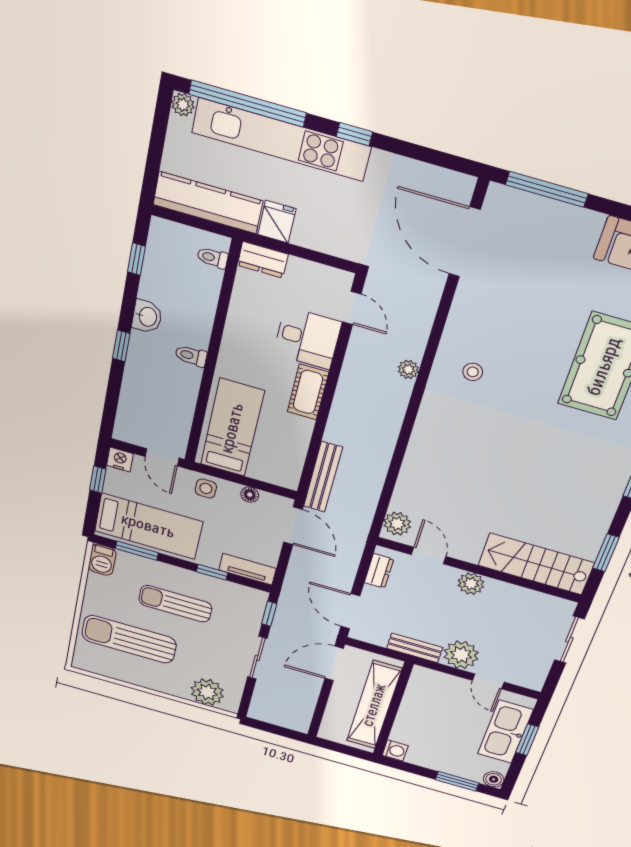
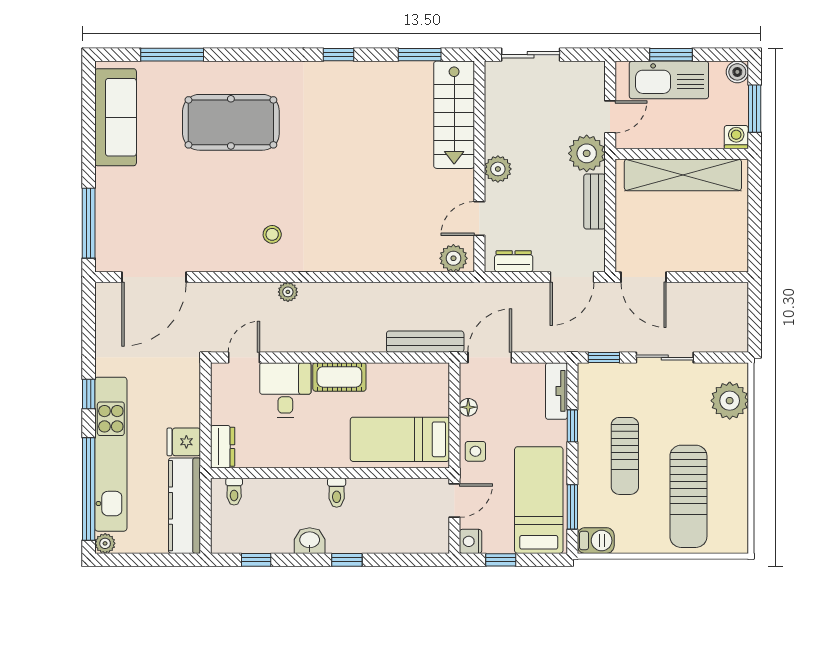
shelving: (374, 705) -> (683, 175), moved
wall: (393, 710) -> (682, 154), moved
washing machine: (395, 750) -> (736, 137), moved

